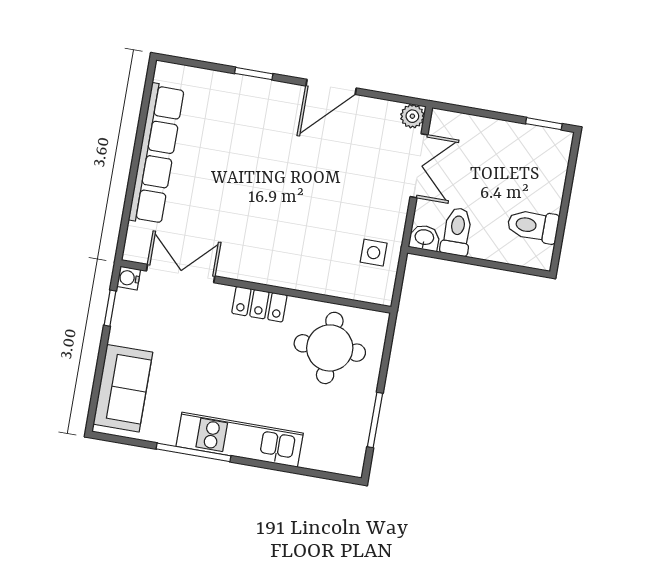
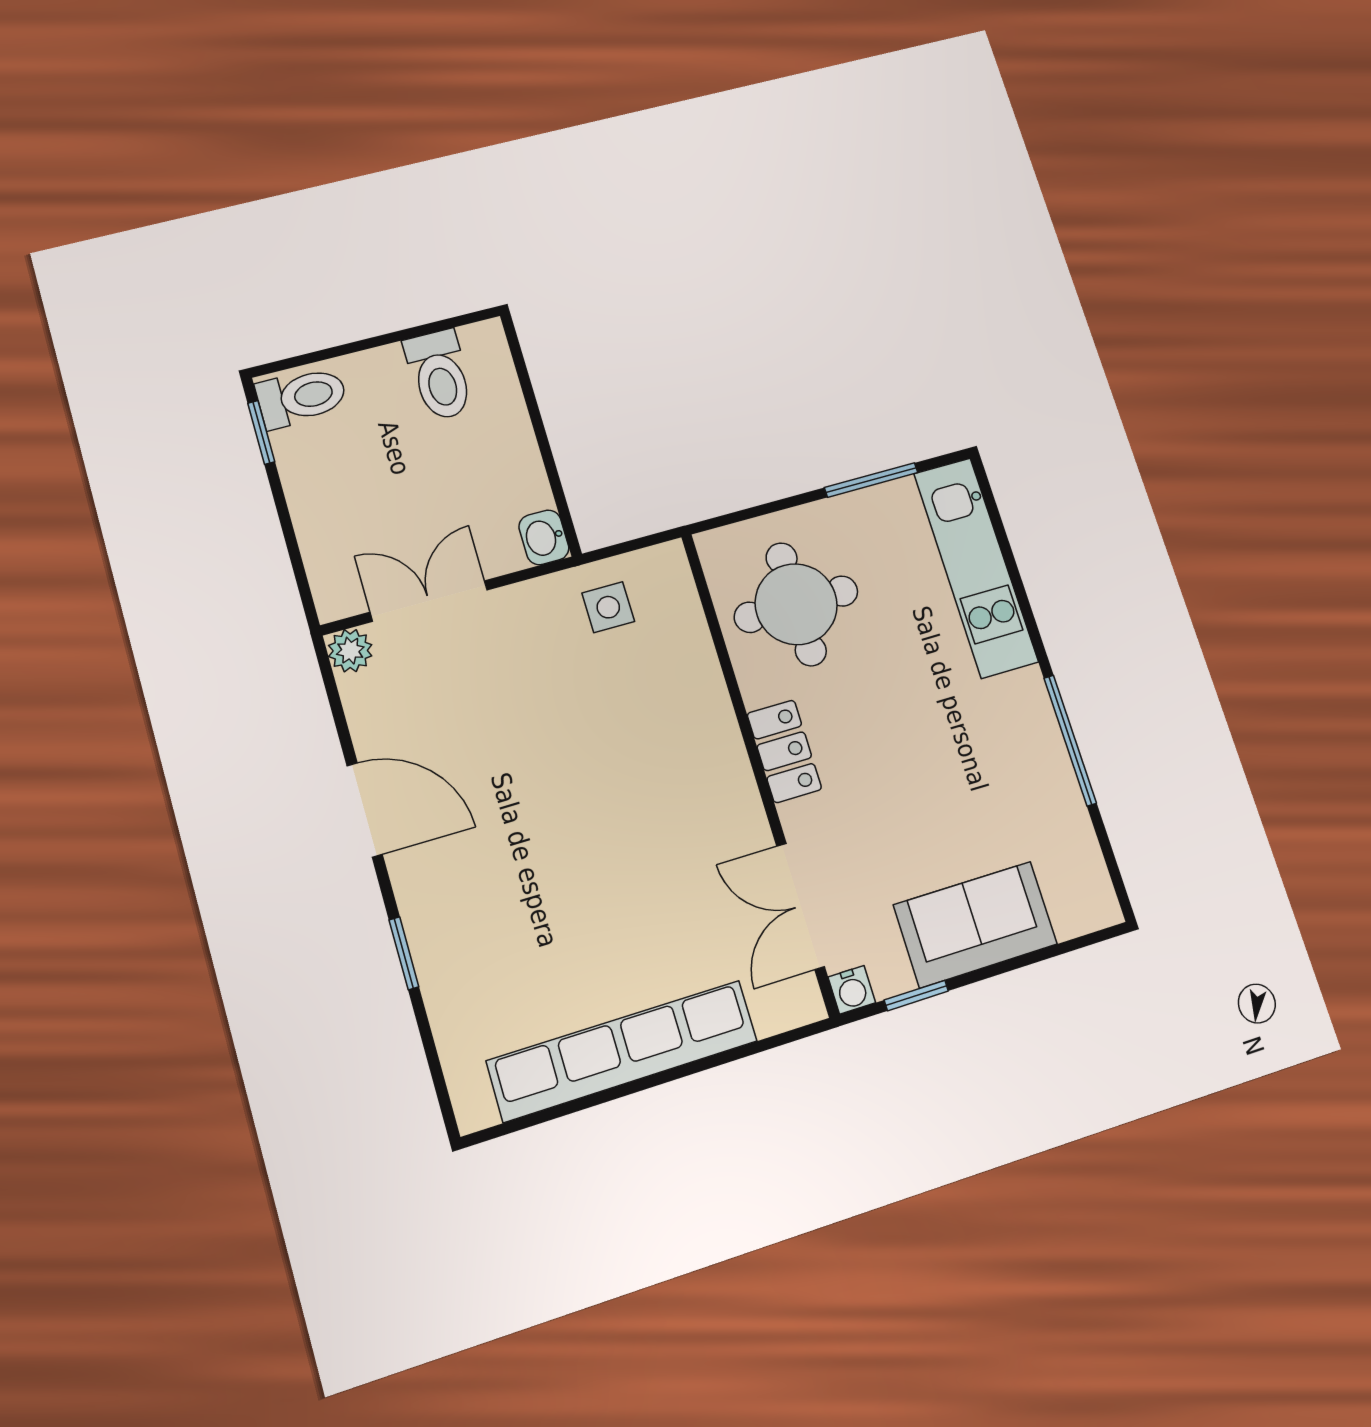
toilet: (457, 232) -> (302, 397), moved, turned 180
sofa: (123, 388) -> (975, 924), moved
kitchen unit: (240, 440) -> (976, 567), moved

